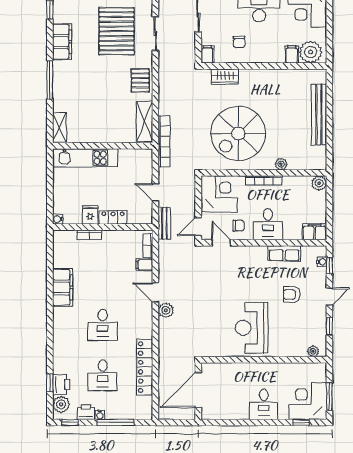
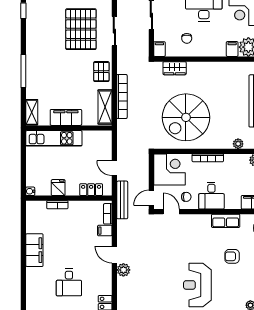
filing cabinet: (62, 42) -> (66, 117), moved, turned -90
bookcase: (164, 141) -> (122, 97), moved
plant: (281, 164) -> (238, 144), moved
locker: (113, 217) -> (91, 190), moved
bench: (164, 223) -> (122, 200), width x1.36

